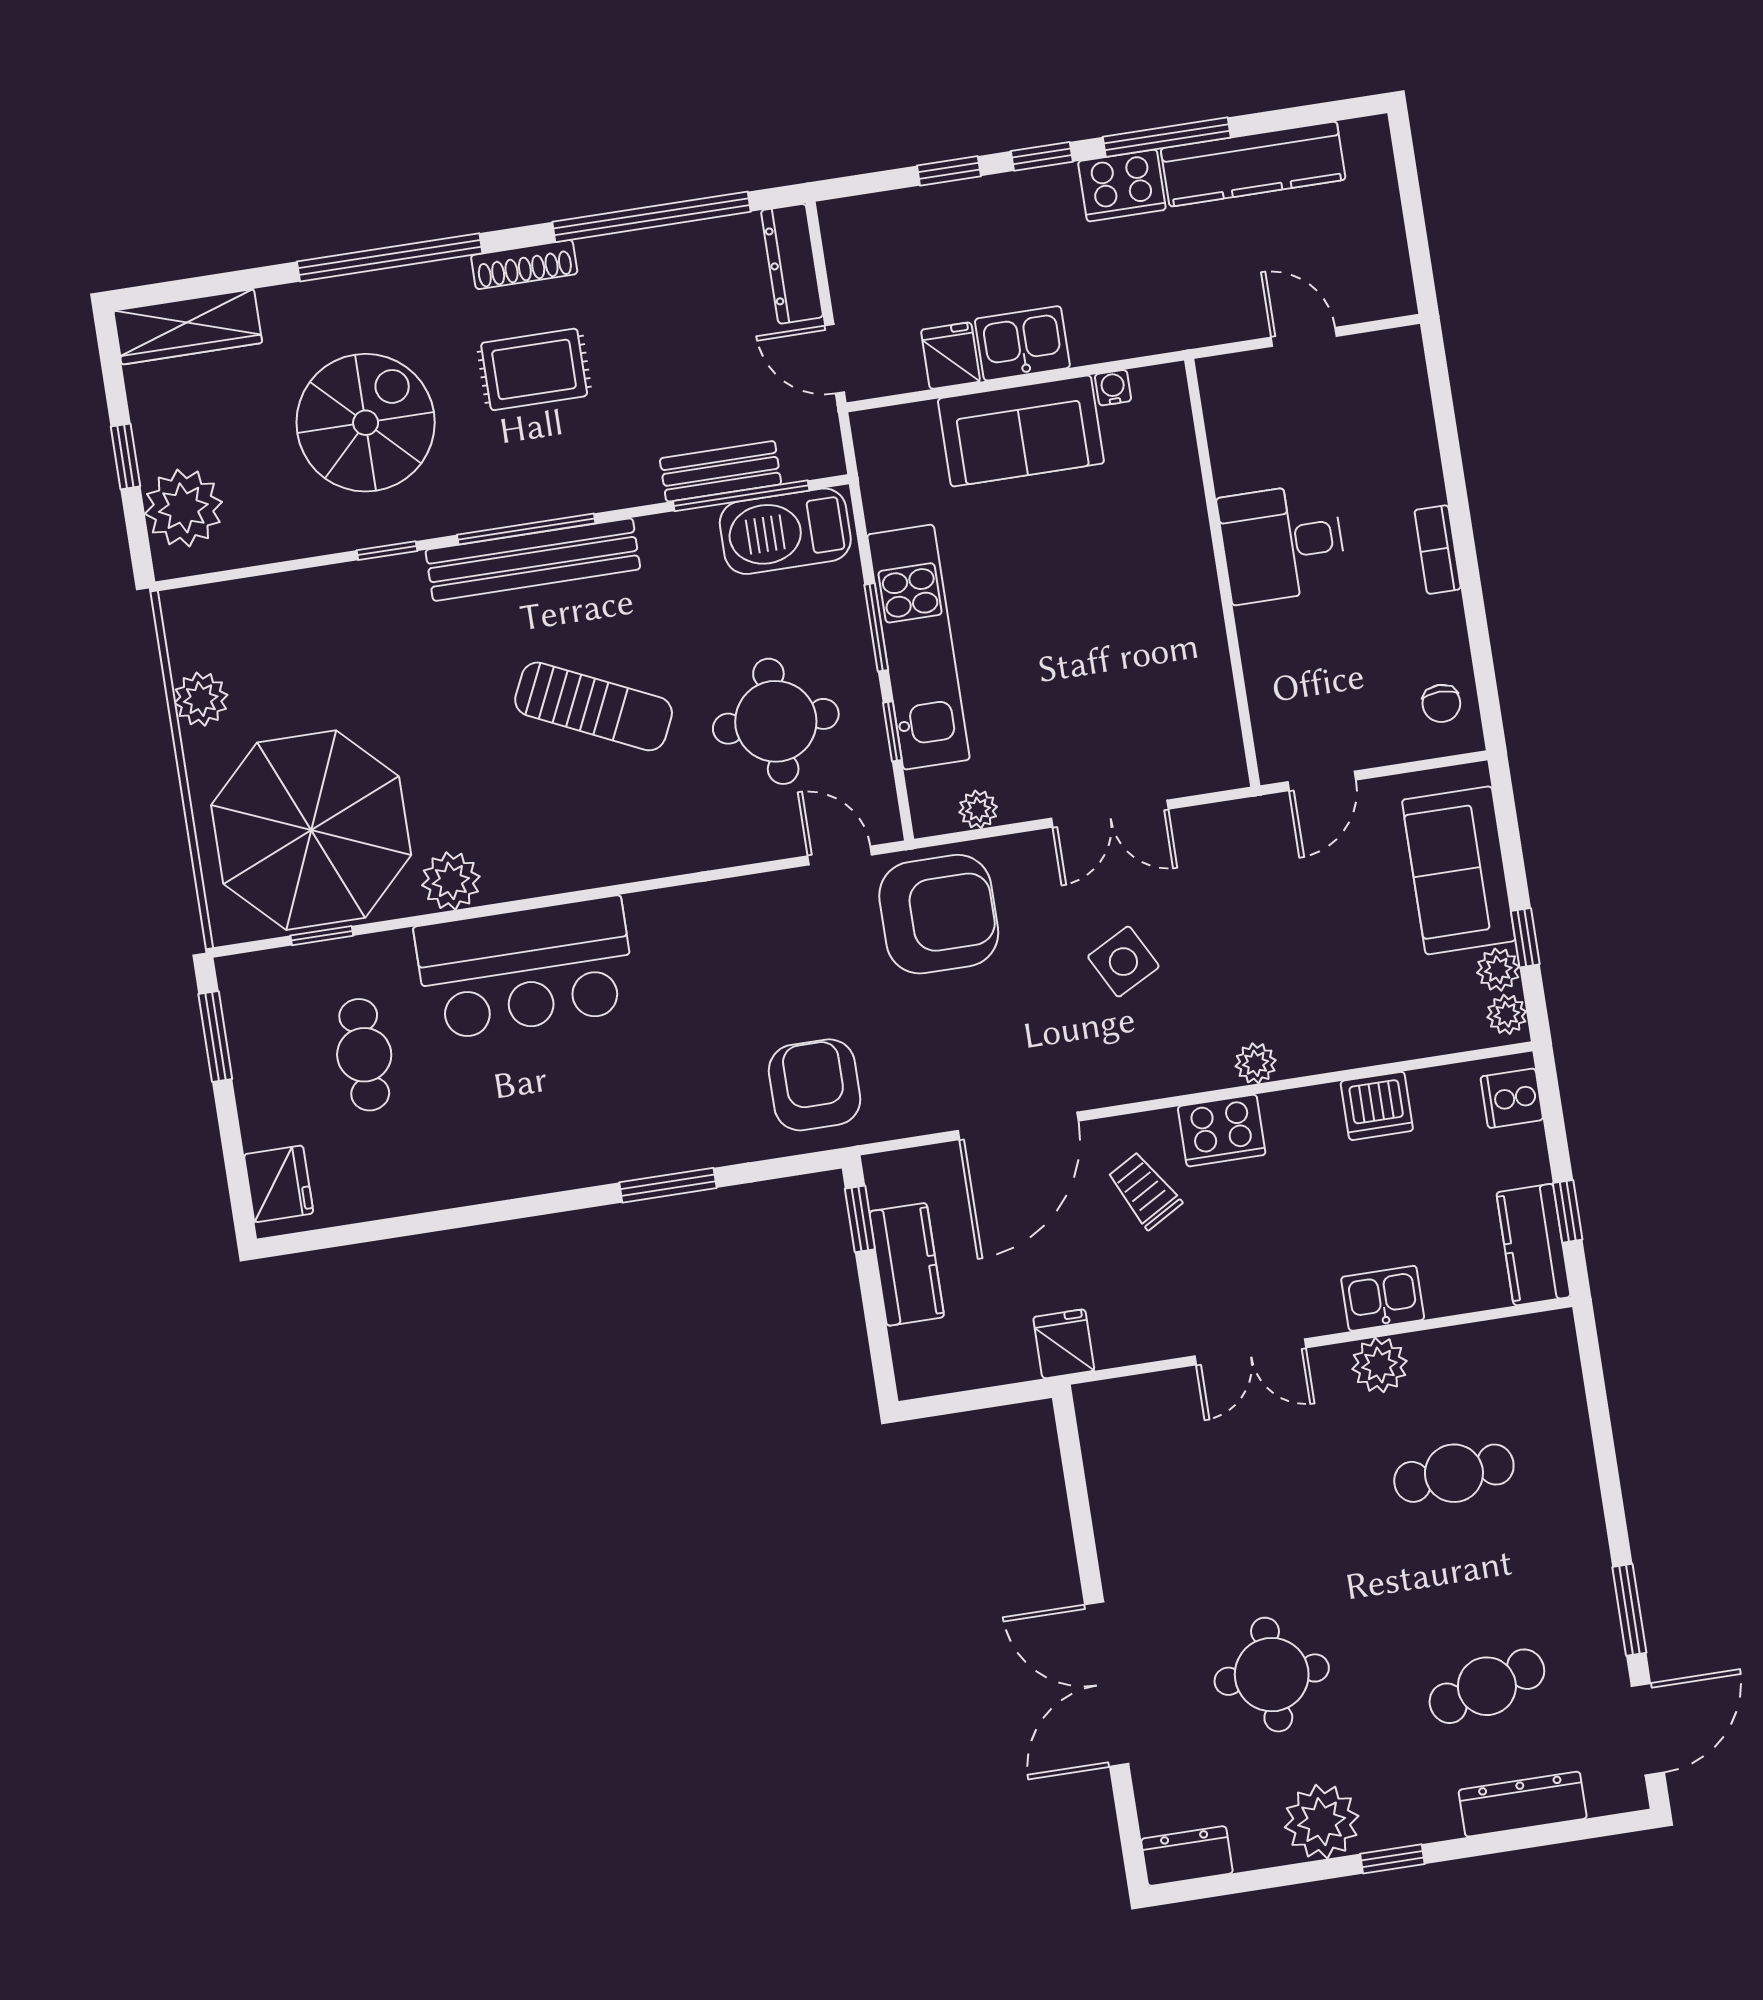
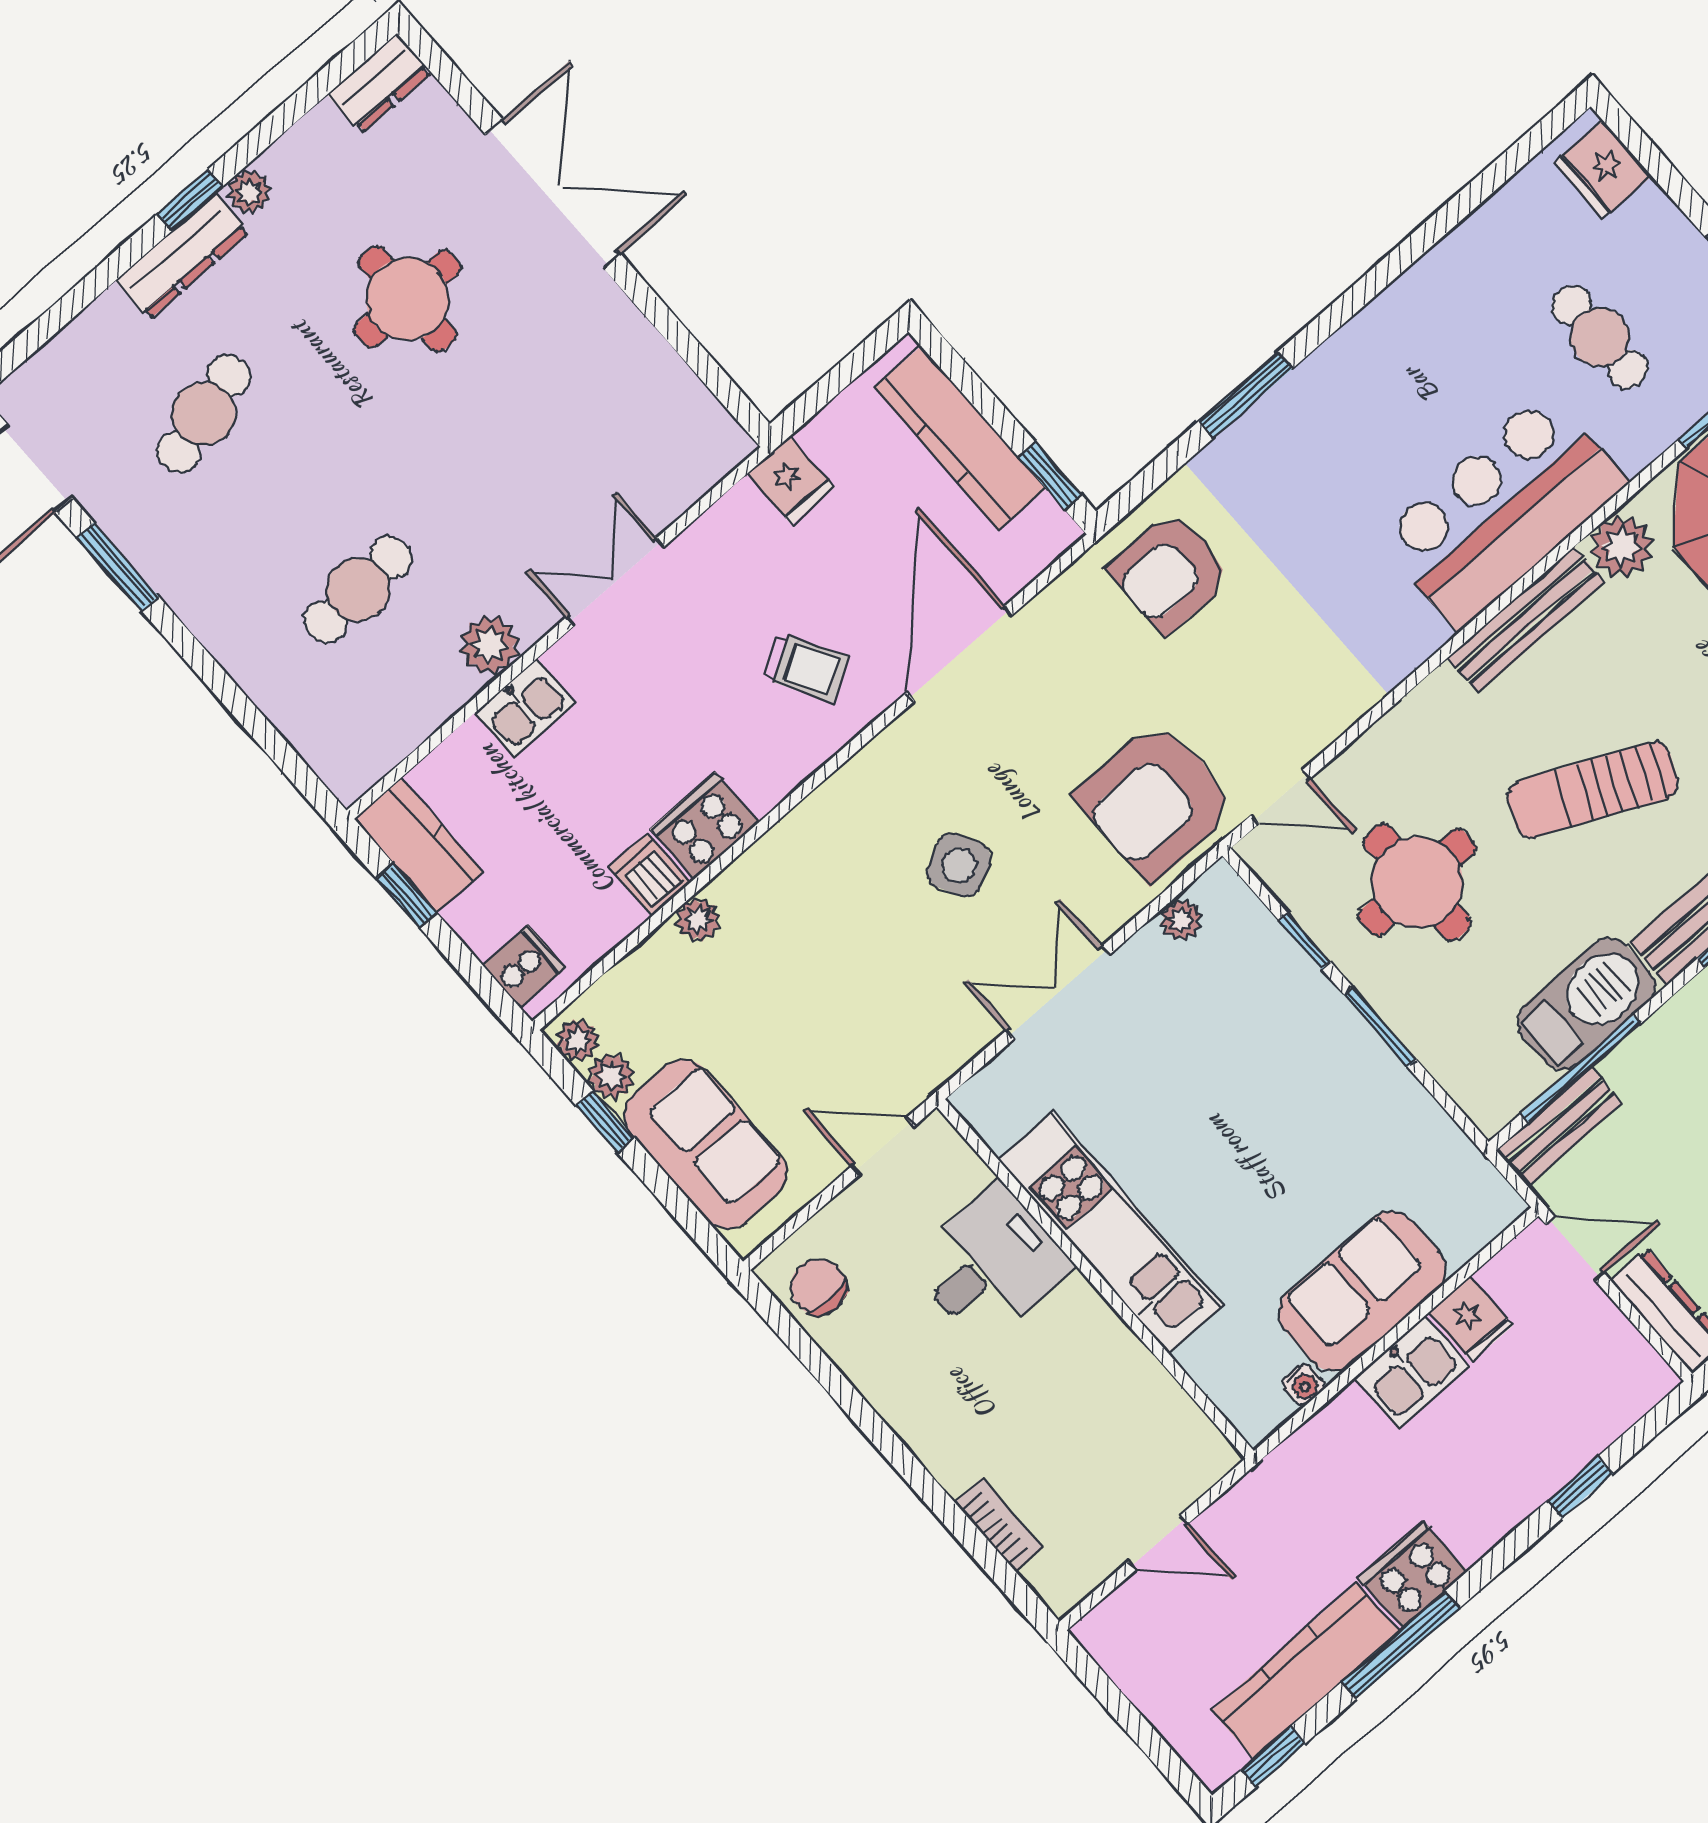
window: (1042, 156) -> (1273, 1757), moved
bench: (721, 471) -> (1559, 1127), moved
barbecue: (785, 531) -> (1586, 1004), moved
desk: (1282, 543) -> (990, 1264), moved
bookcase: (1438, 550) -> (999, 1525), moved
kitchen unit: (918, 647) -> (1110, 1232), moved, turned 180
chair: (1441, 703) -> (819, 1287), width x1.37, depth x1.37
door: (1322, 781) -> (883, 1146), hinge flipped
bench: (562, 871) -> (1526, 620), added
plant: (1256, 1063) -> (698, 920), moved
armchair: (815, 1085) -> (1170, 572), turned 90
dishwasher: (1377, 1106) -> (650, 875), width x0.73
cooker: (1222, 1131) -> (704, 826), moved
kitchen counter: (907, 1264) -> (960, 438), width x1.50
dresser: (1523, 1804) -> (182, 256), moved
plant: (1322, 1822) -> (249, 192), width x0.53, depth x0.53

